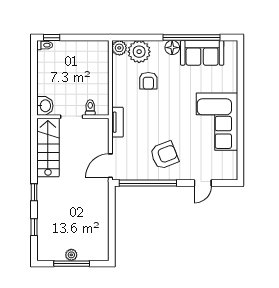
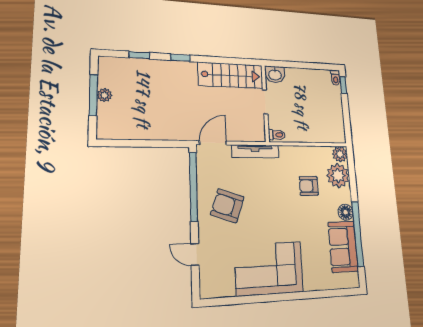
toilet: (90, 107) -> (277, 135), moved
tv unit: (118, 122) -> (255, 151), width x1.41
armchair: (164, 155) -> (227, 206), turned 130
door: (110, 166) -> (213, 143), hinge flipped

